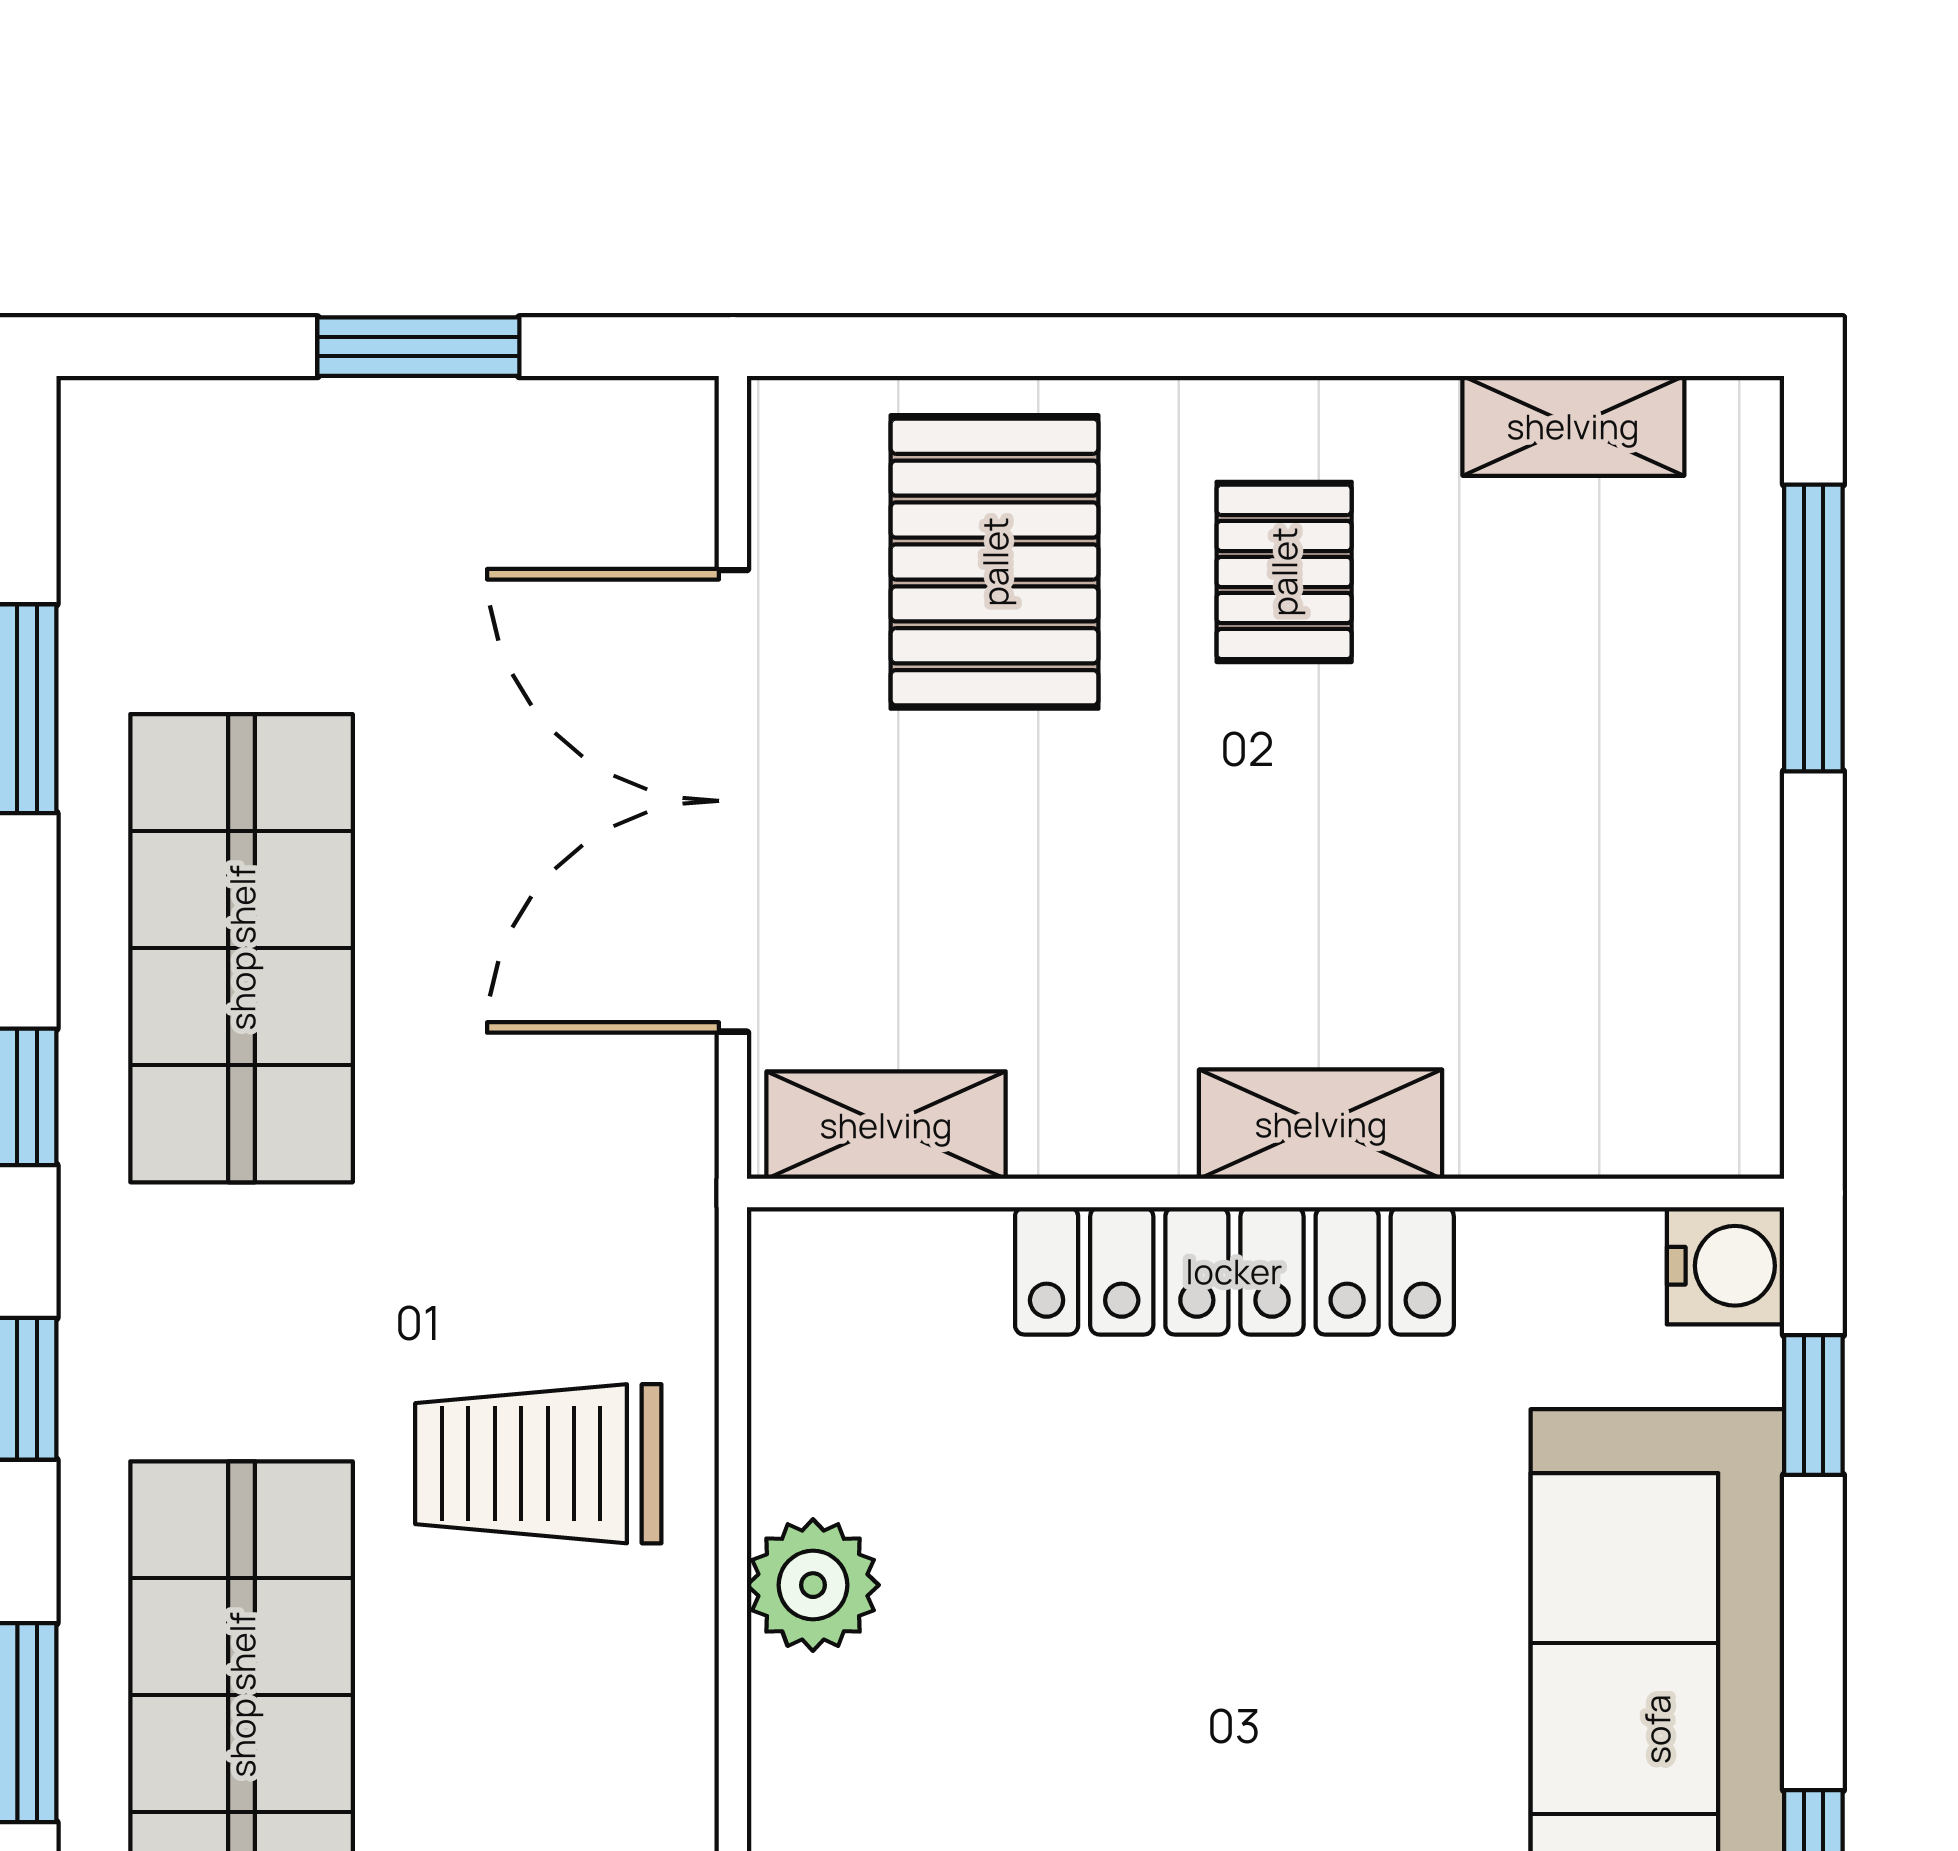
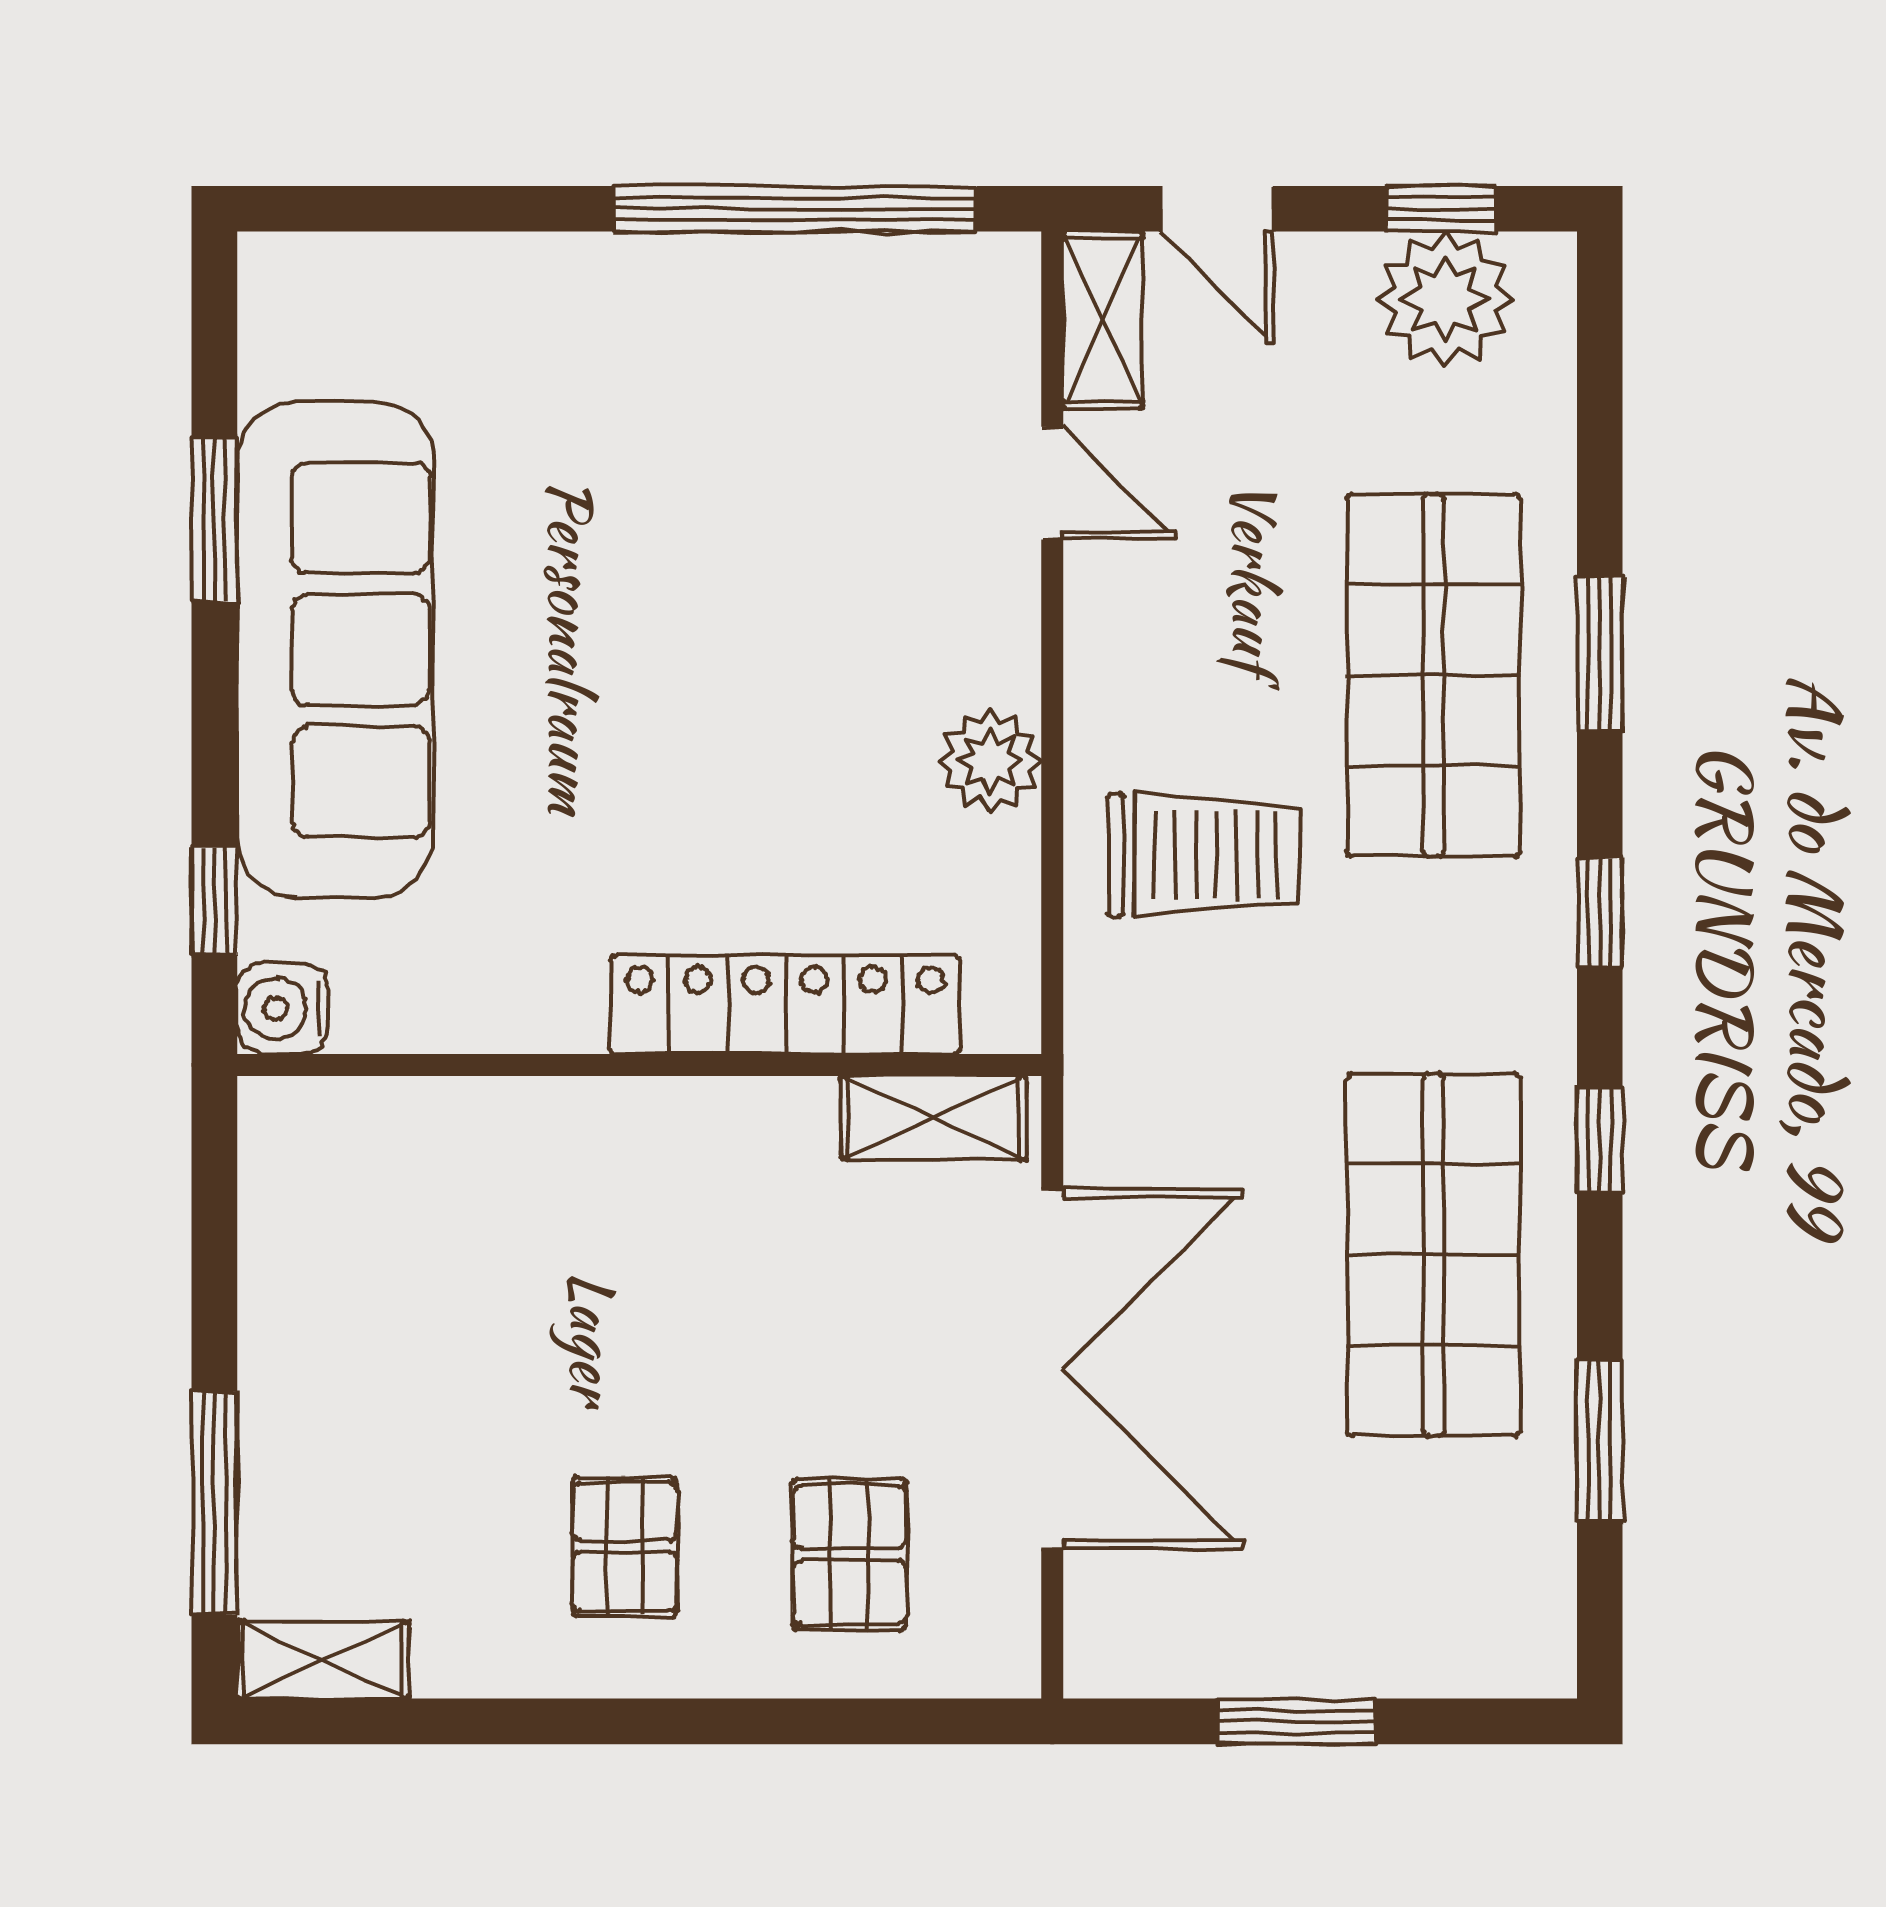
shelving: (1573, 426) -> (323, 1660), moved
pallet: (995, 562) -> (849, 1554), width x0.67, depth x0.71
shelving: (1321, 1124) -> (597, 1118), removed
locker: (1234, 1271) -> (785, 1005), moved

